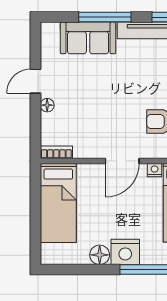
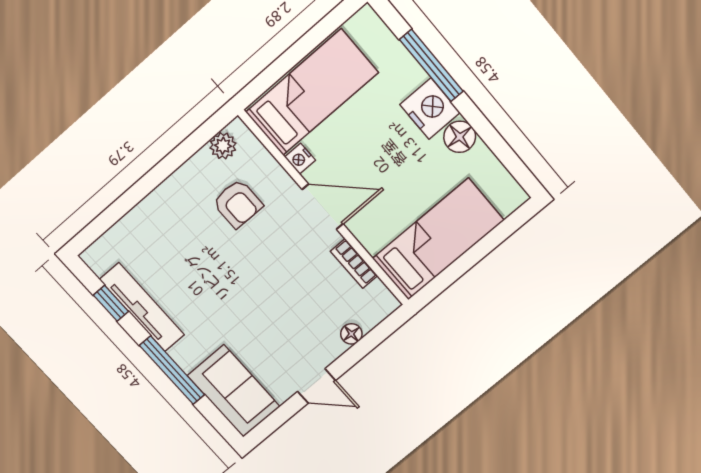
sofa: (88, 38) -> (234, 391), moved
floor lamp: (47, 105) -> (351, 334), moved
bookcase: (56, 152) -> (354, 264), moved

